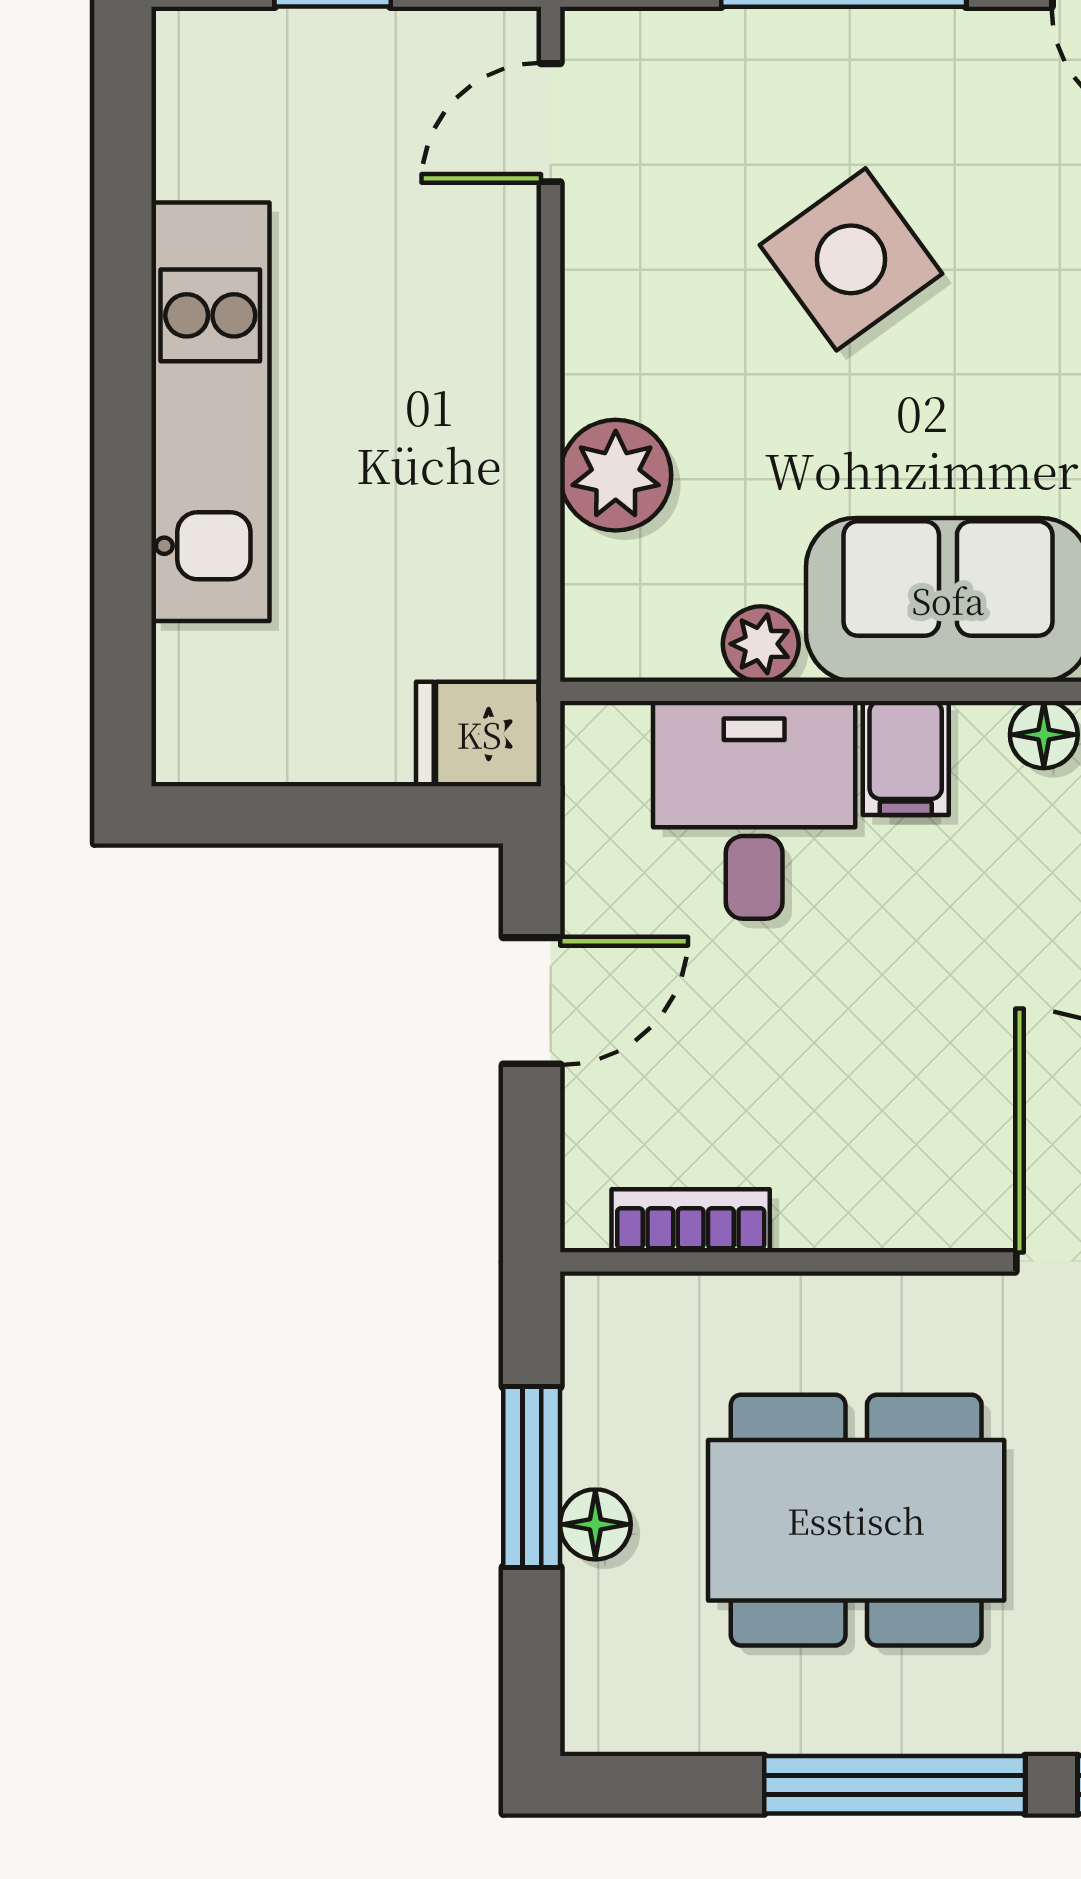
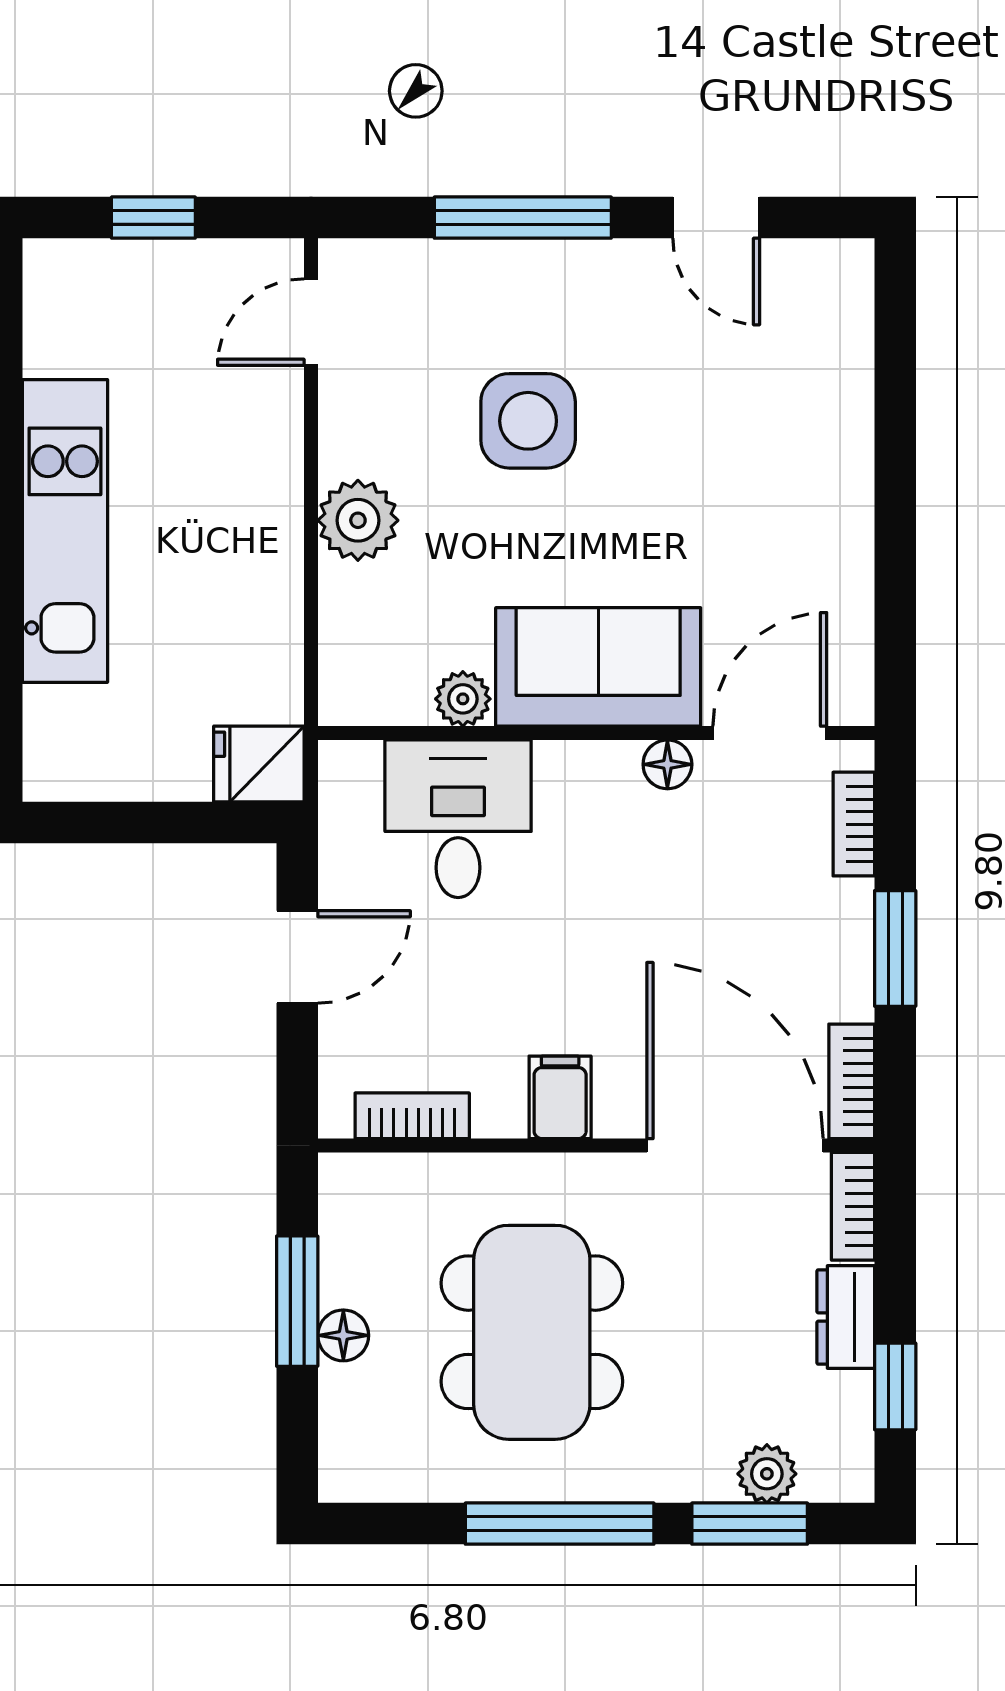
side table: (851, 259) -> (528, 421), turned 36
plant: (616, 475) -> (358, 520), moved
filing cabinet: (906, 758) -> (560, 1097), moved, turned 180
dining table: (856, 1520) -> (532, 1332), turned 90

